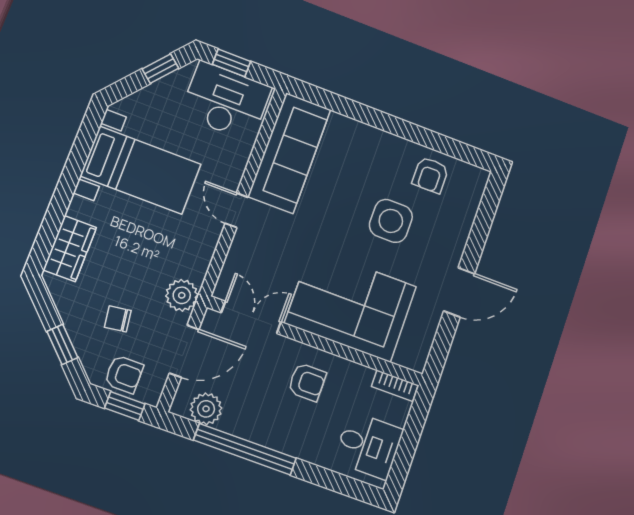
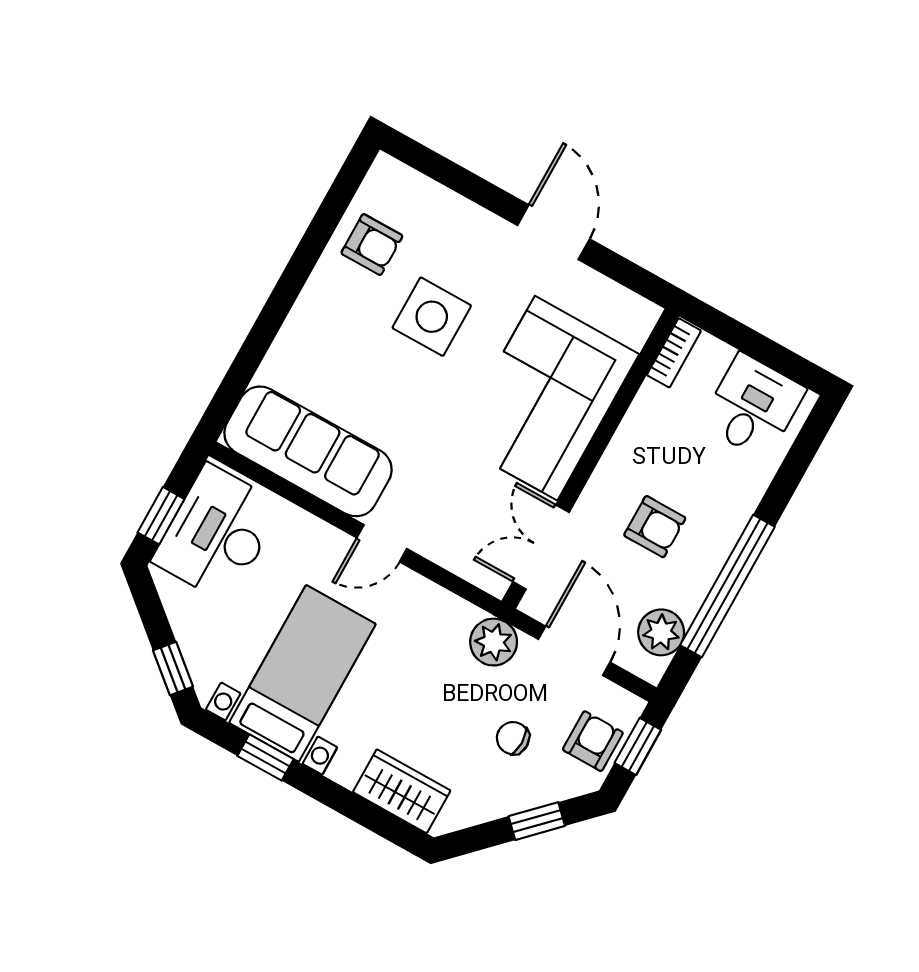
window: (160, 69) -> (173, 668), moved
window: (80, 153) -> (265, 757), added
chair: (118, 319) -> (513, 738), turned 98
armchair: (307, 382) -> (655, 527), moved, turned 90

